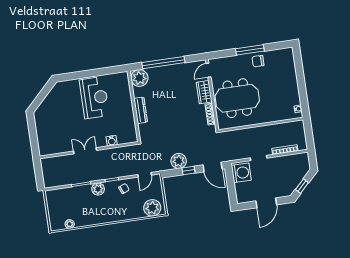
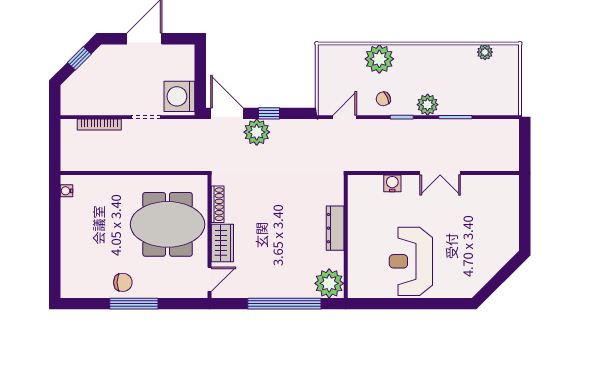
plant: (179, 161) -> (257, 132), moved
plant: (152, 208) -> (379, 59), moved

